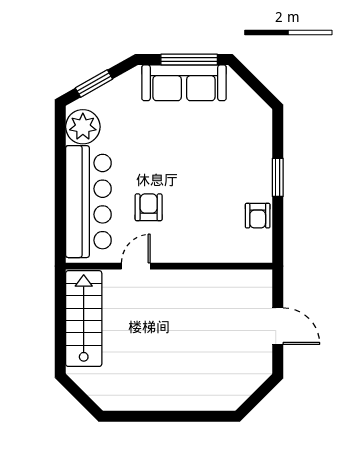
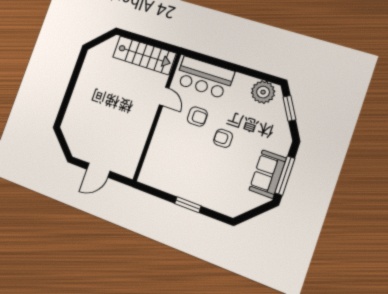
sofa: (184, 83) -> (268, 174), width x0.73
bar counter: (88, 202) -> (205, 77), width x0.73
armchair: (258, 216) -> (223, 138), moved

